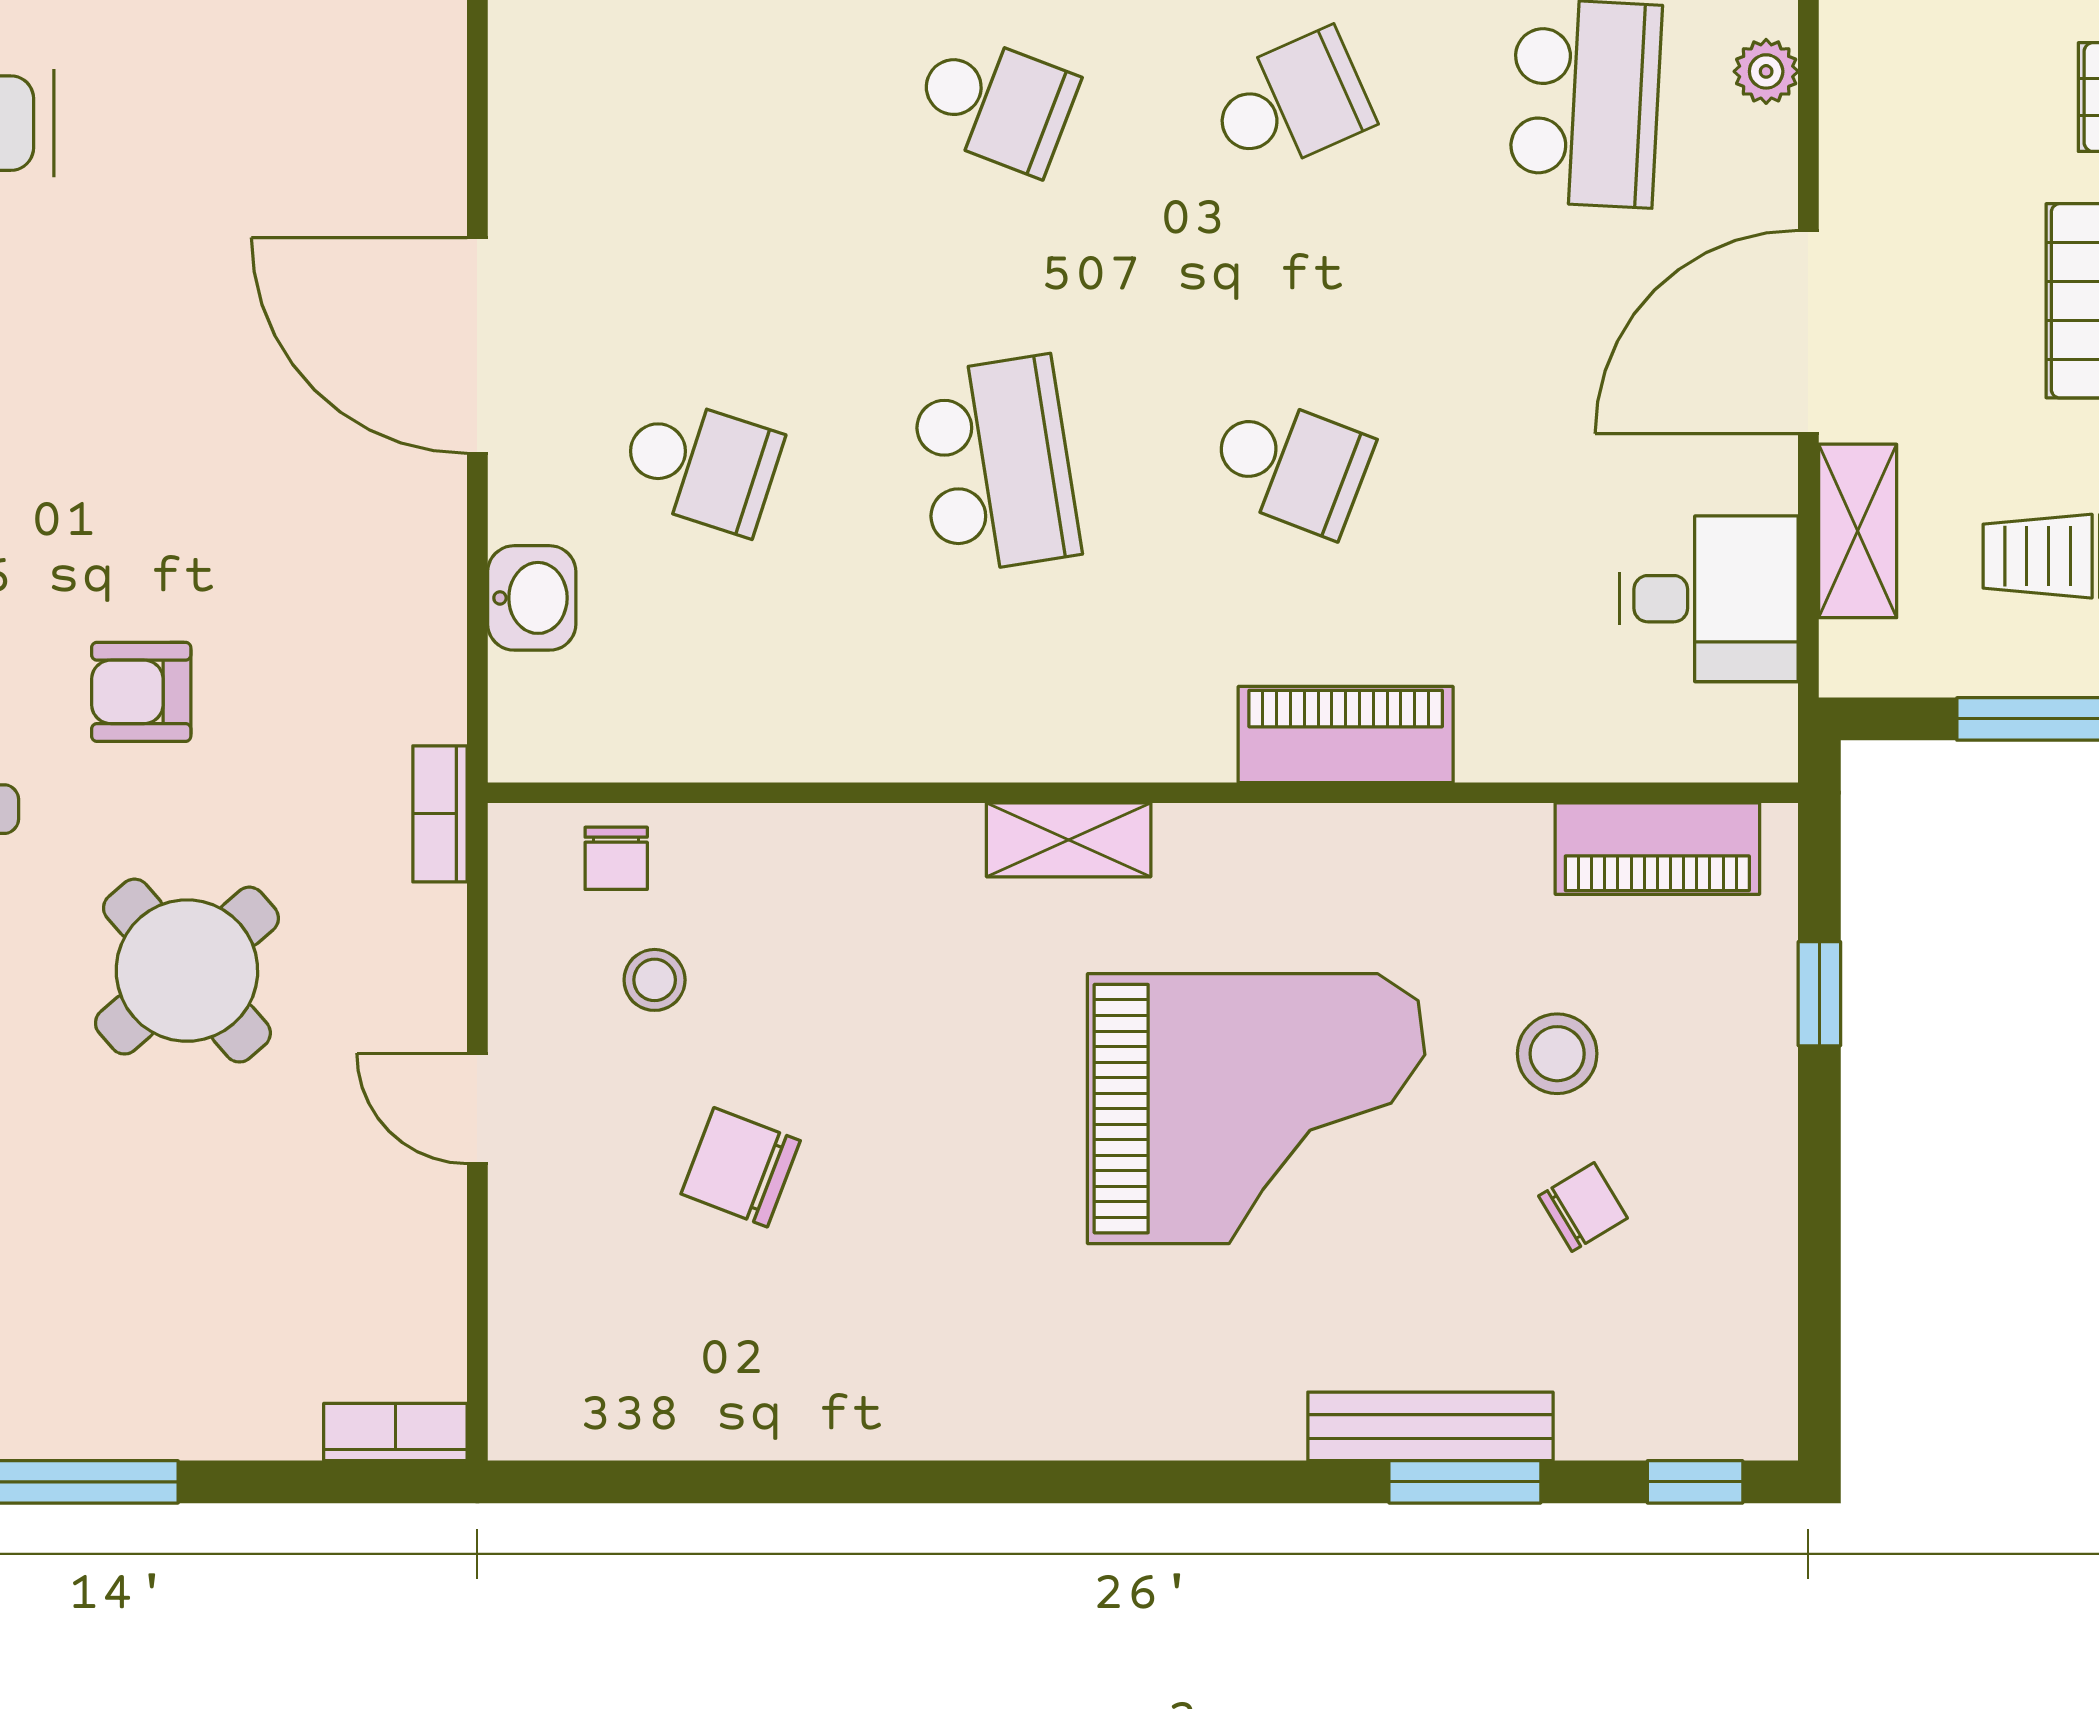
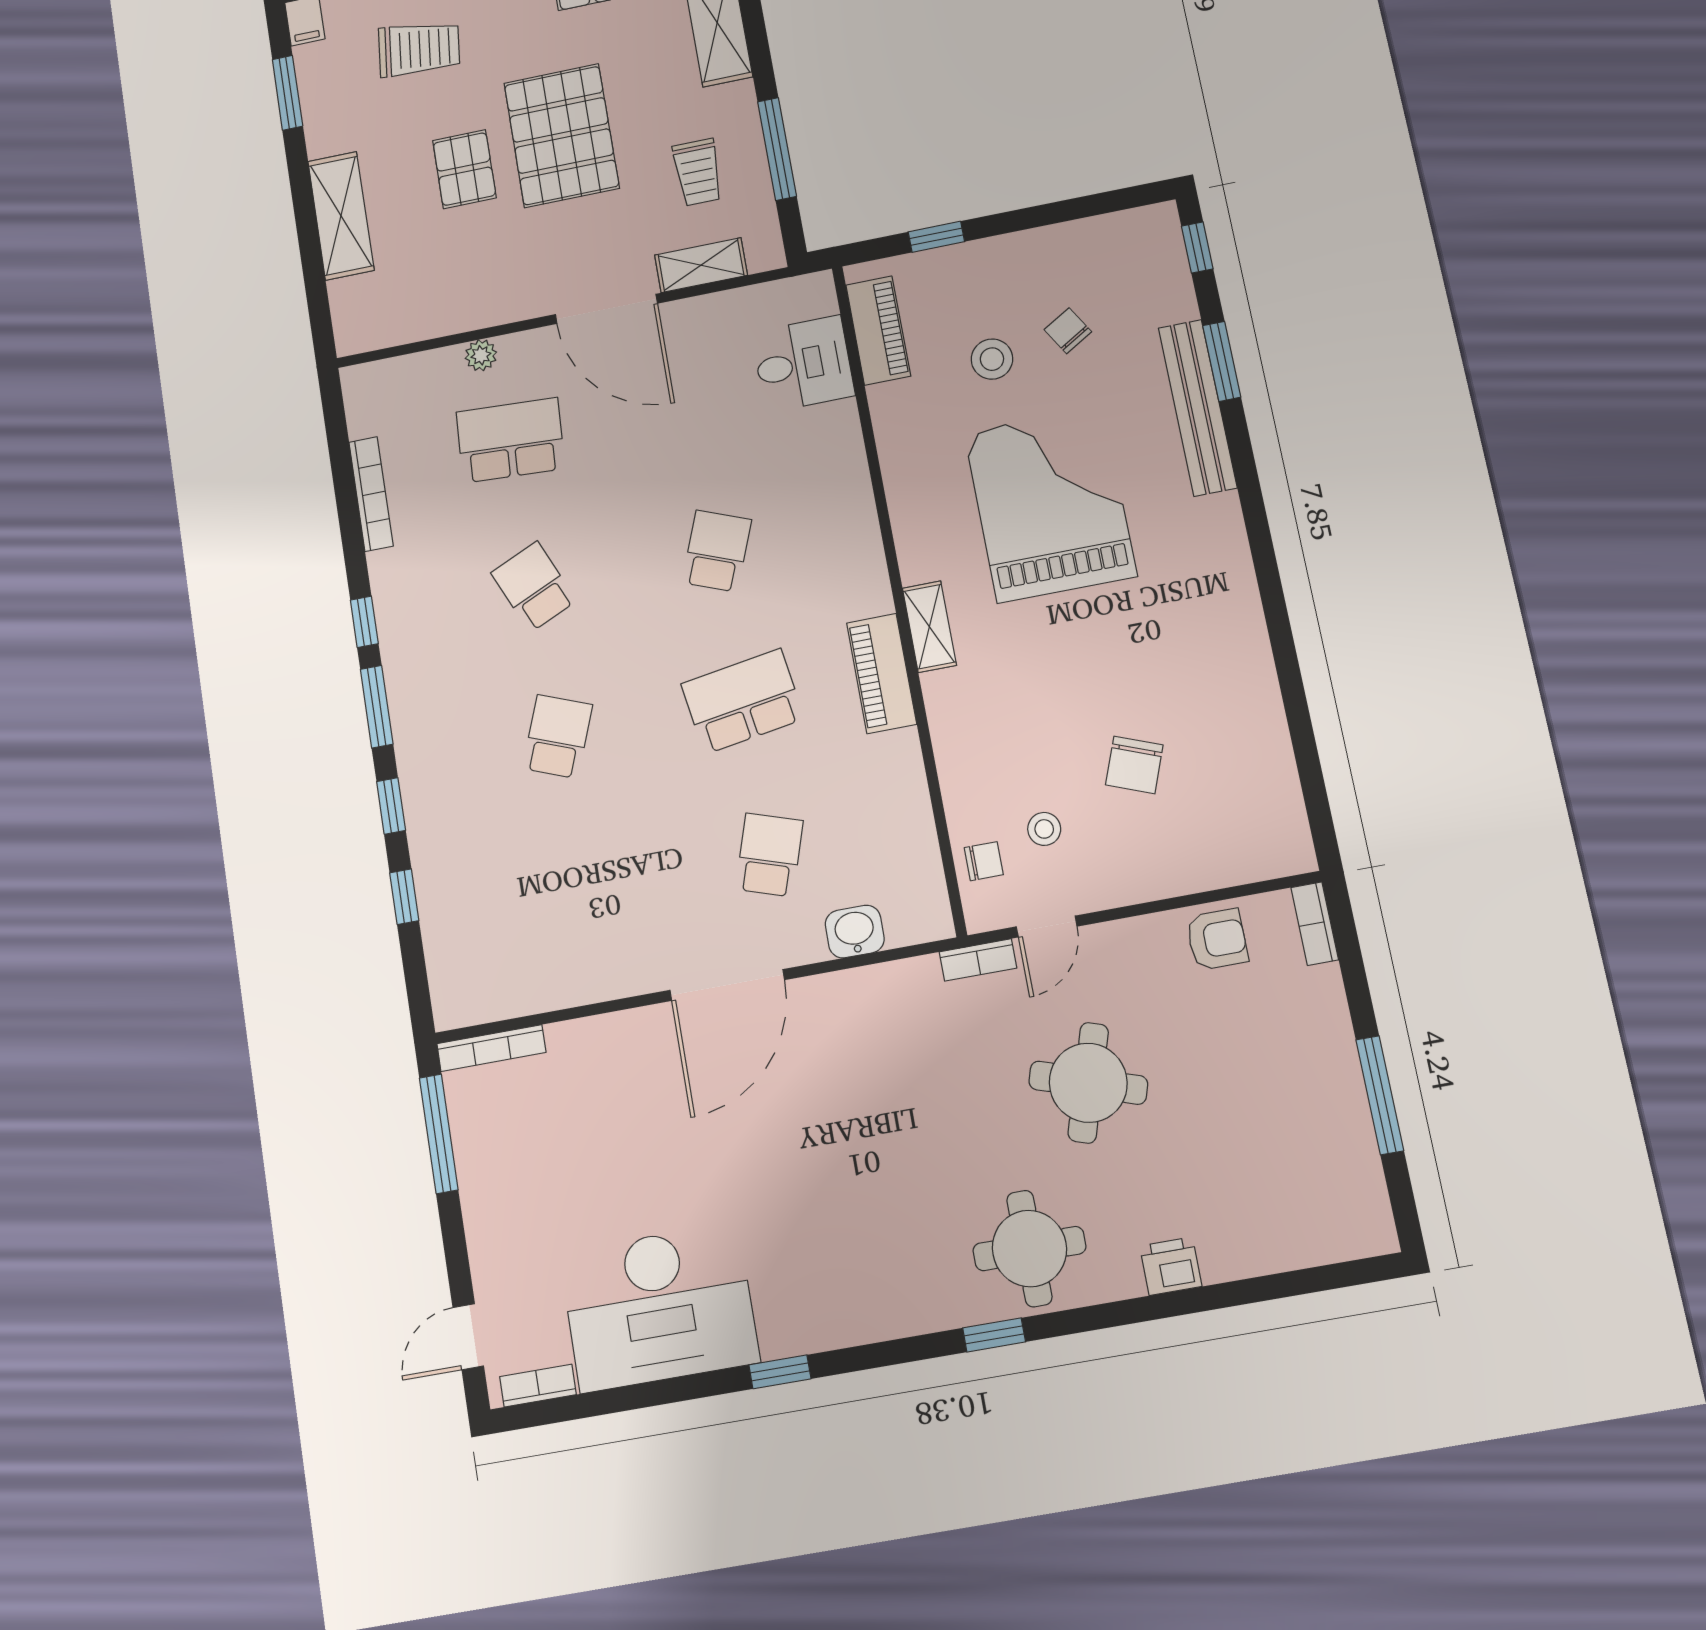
desk: (1709, 599) -> (803, 364), moved, turned 90
armchair: (141, 692) -> (1217, 939), moved, turned -90
piano: (1346, 734) -> (882, 673), moved
round table: (187, 971) -> (1088, 1083), turned -31
door: (477, 1108) -> (1047, 927), moved
bench: (1430, 1426) -> (1198, 408), width x1.37, depth x1.21

